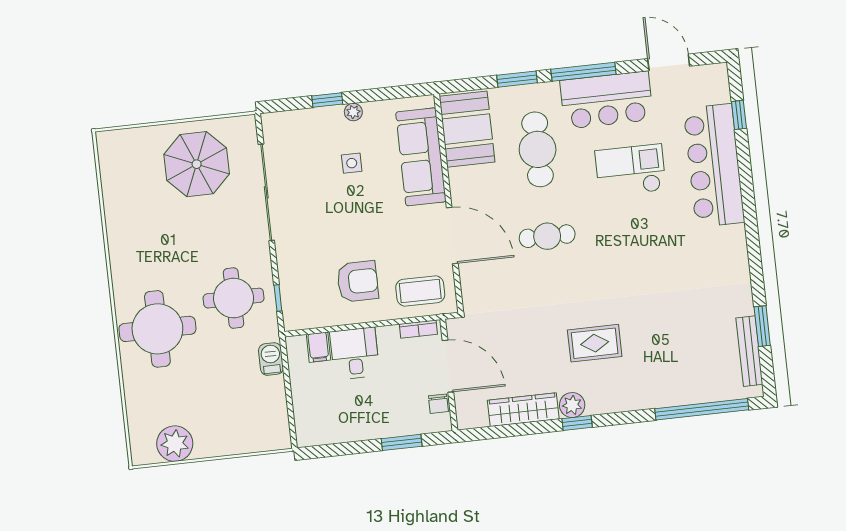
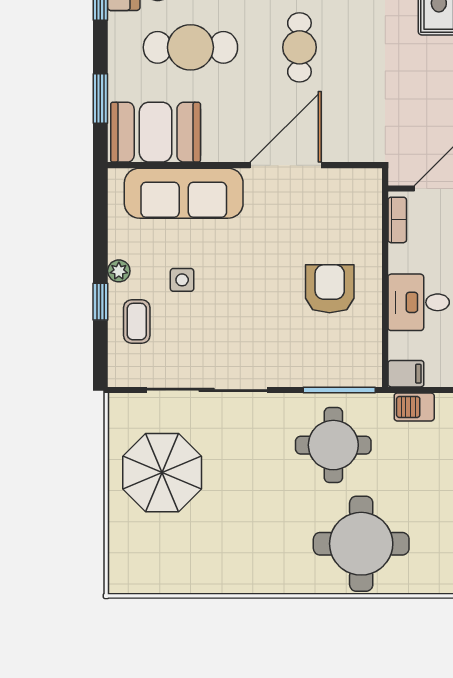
window: (517, 79) -> (100, 99), moved
coffee table: (420, 291) -> (137, 322), moved, width x0.73, depth x0.77
window: (278, 298) -> (339, 390), width x2.17
filing cabinet: (318, 347) -> (406, 374), moved

